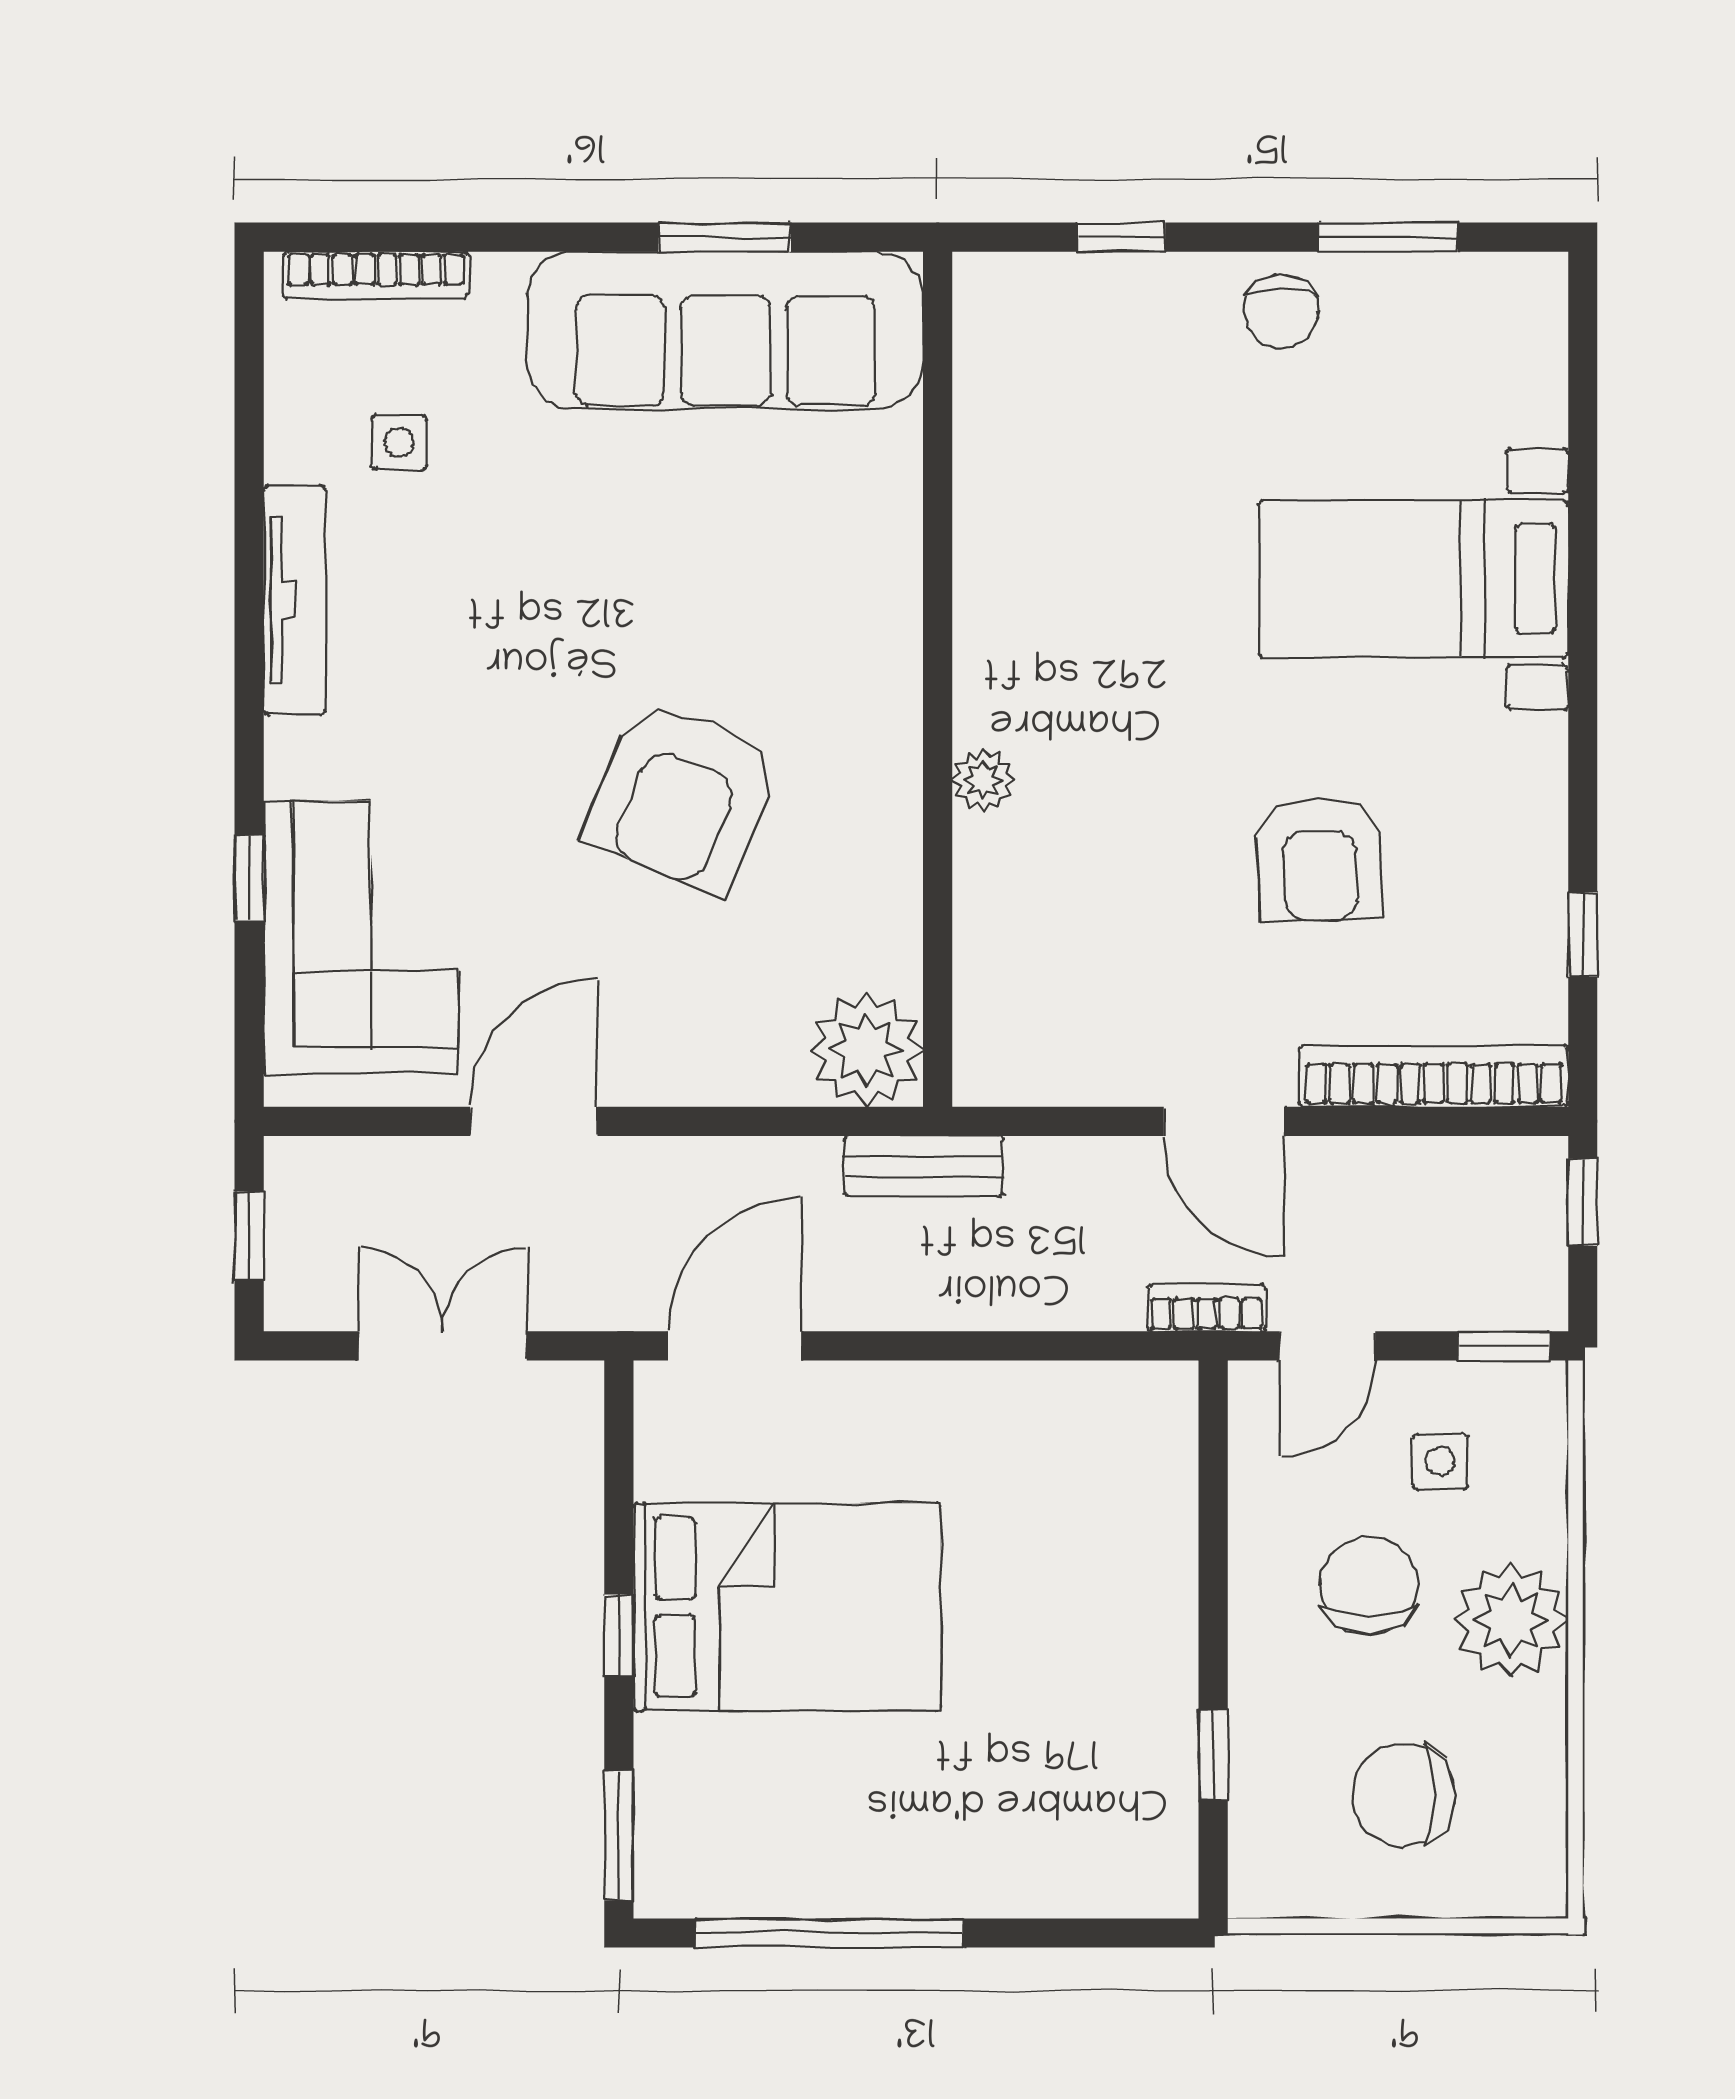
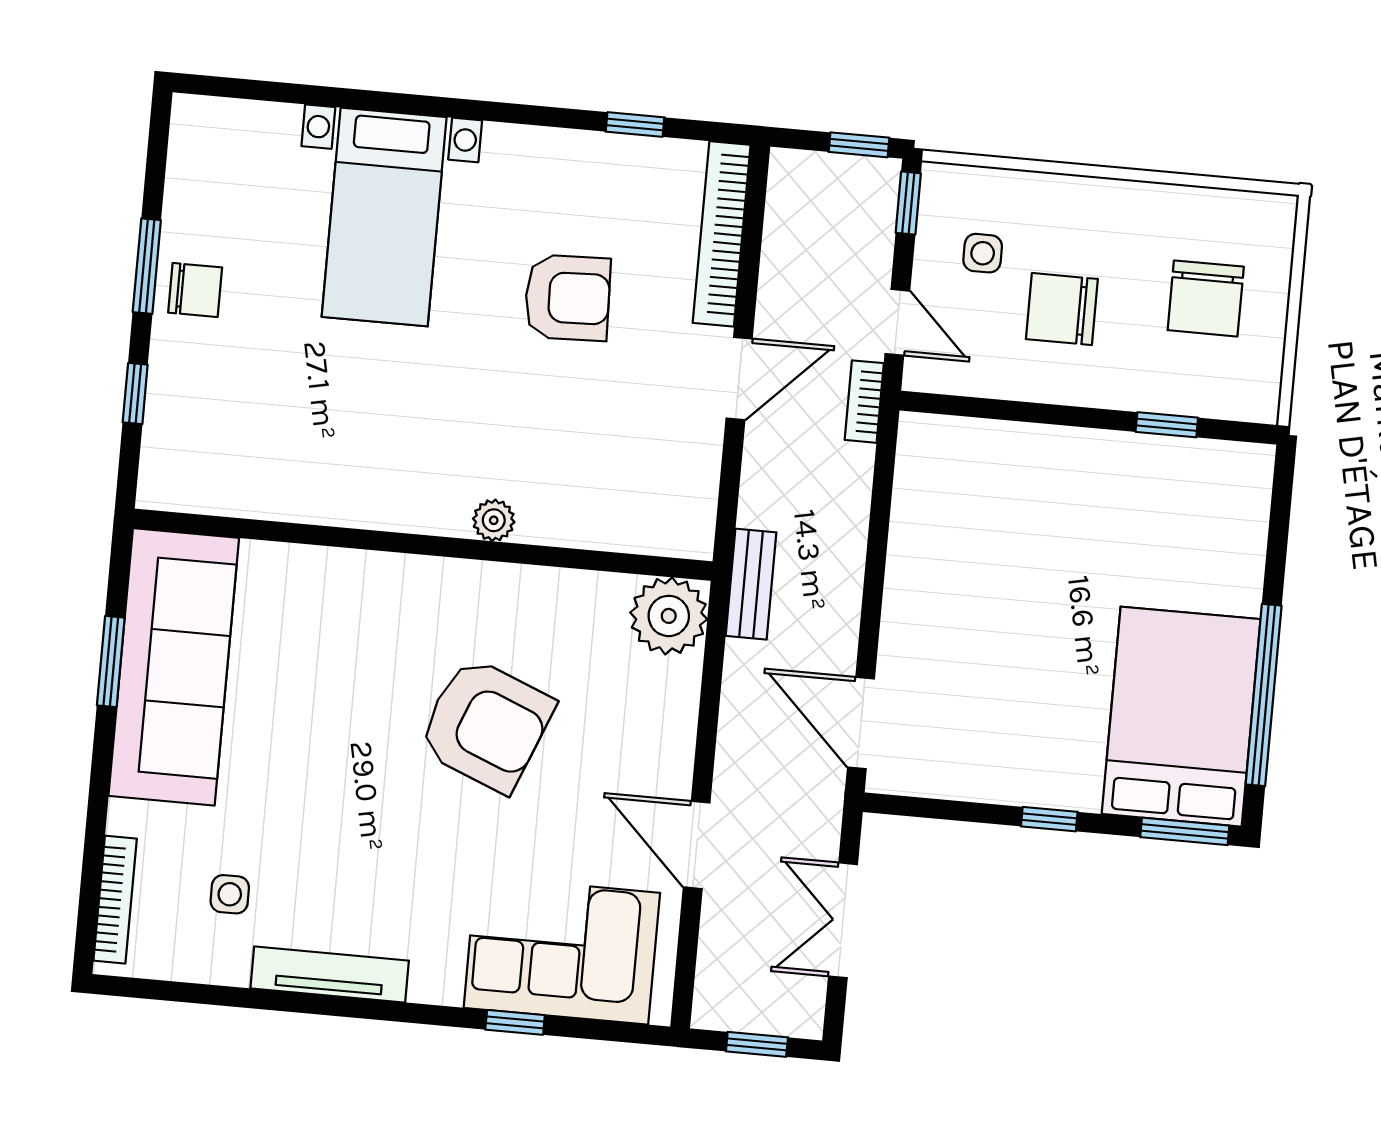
window: (1388, 237) -> (147, 266), moved
window: (1583, 1202) -> (859, 145), moved
bed: (787, 1607) -> (1181, 717), moved
plant: (1511, 1620) -> (1094, 215), removed

